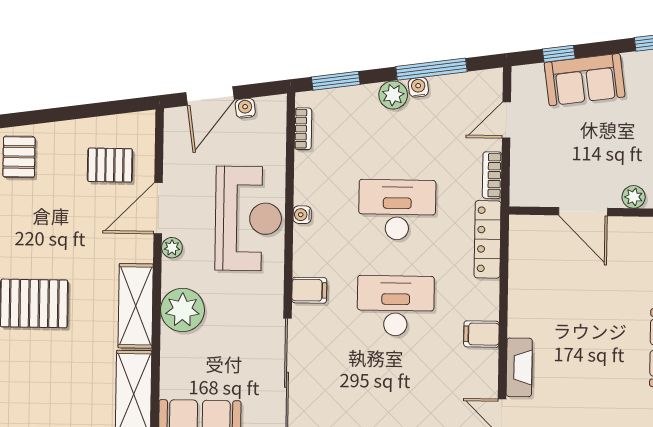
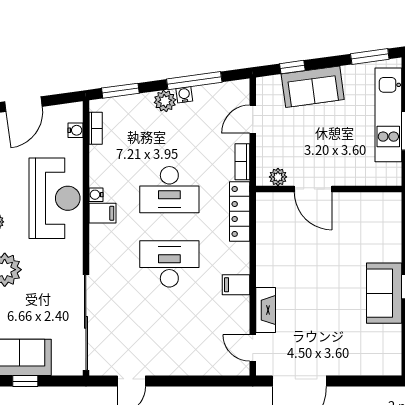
water cooler: (245, 108) -> (75, 130), moved, turned 98
plant: (634, 197) -> (278, 177), moved
desk: (397, 210) -> (169, 190), turned 180
filing cabinet: (309, 290) -> (102, 213), moved

